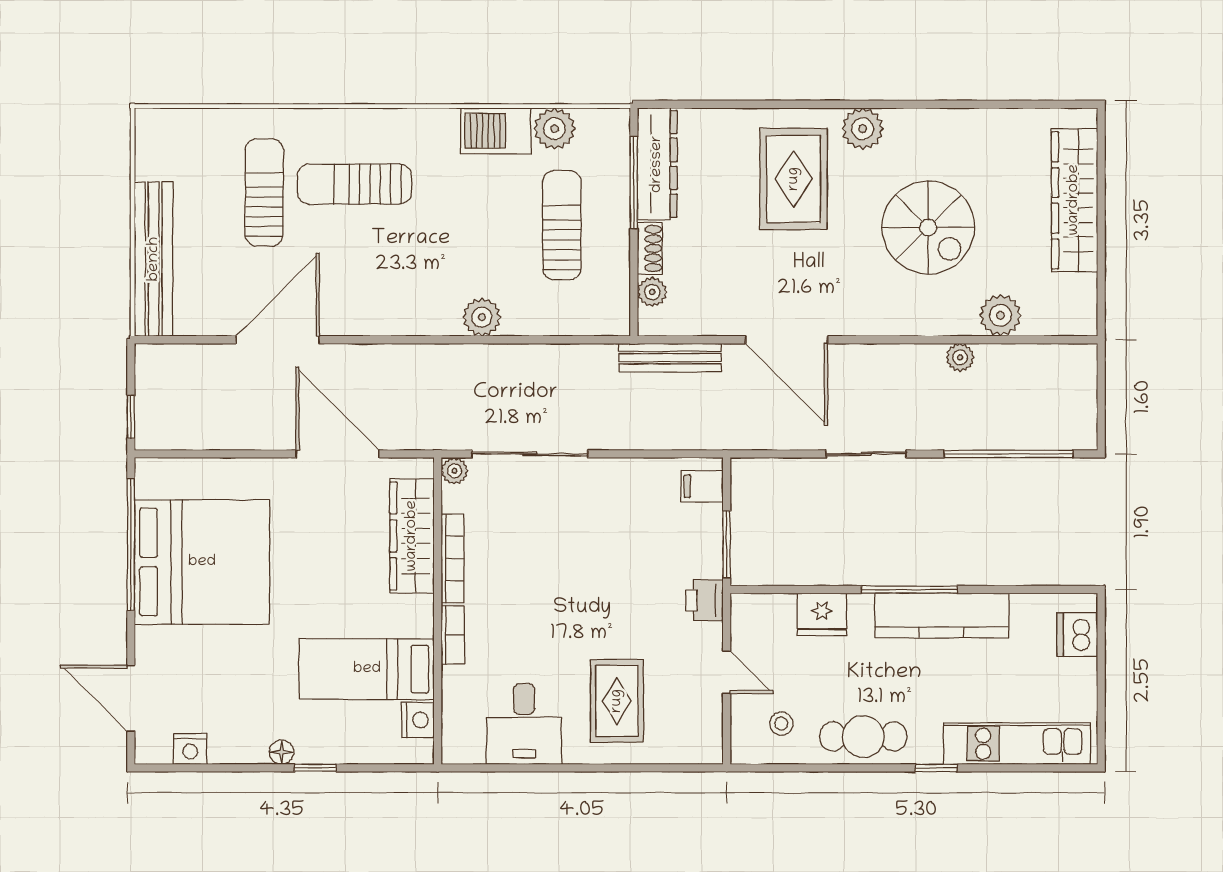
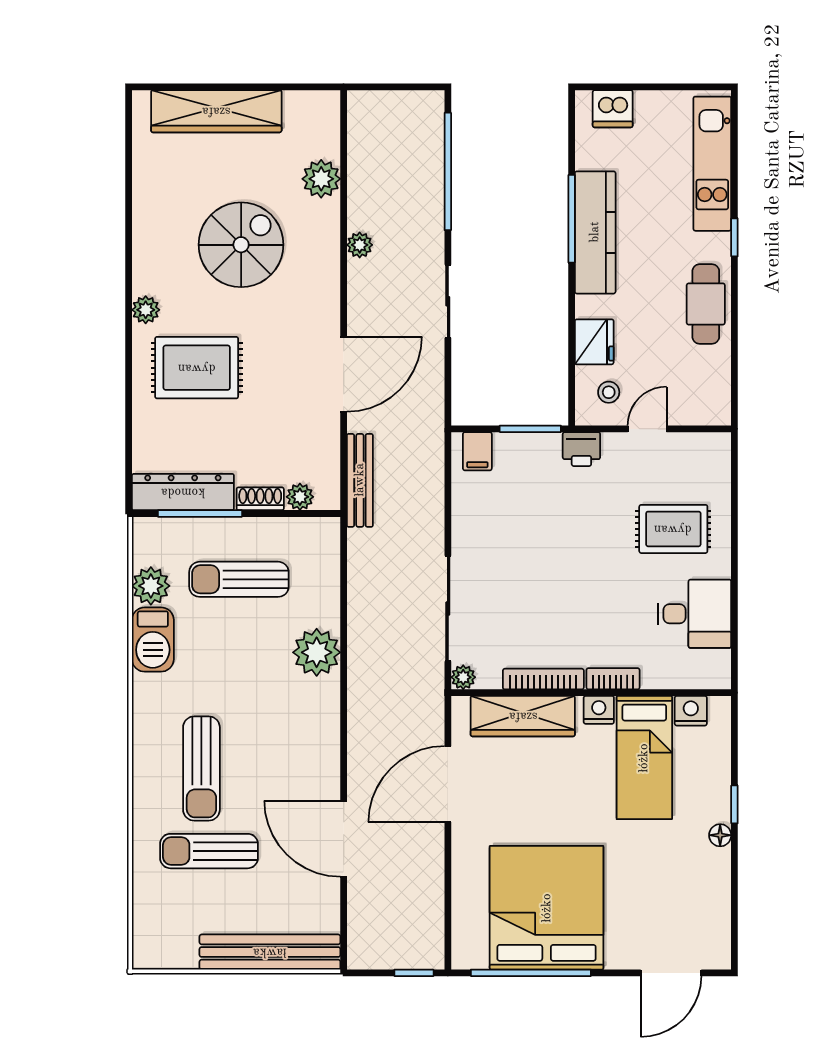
plant: (863, 129) -> (146, 310), width x0.73, depth x0.73
plant: (482, 317) -> (317, 652), width x1.36, depth x1.36
plant: (960, 357) -> (360, 245), moved
window: (909, 589) -> (572, 219), moved
stool: (781, 724) -> (609, 392), moved
nightstand: (190, 749) -> (599, 710), moved, turned -90

